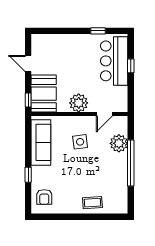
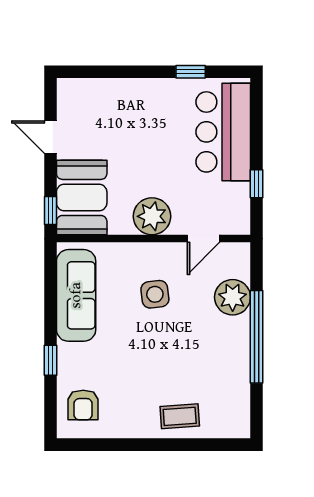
window: (131, 66) -> (257, 184), moved

